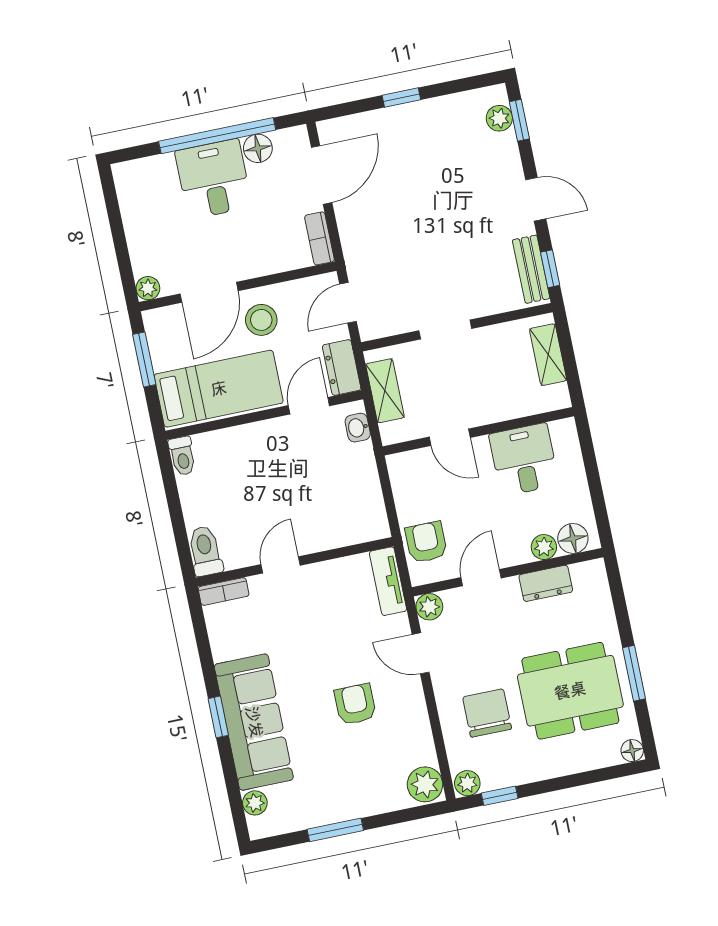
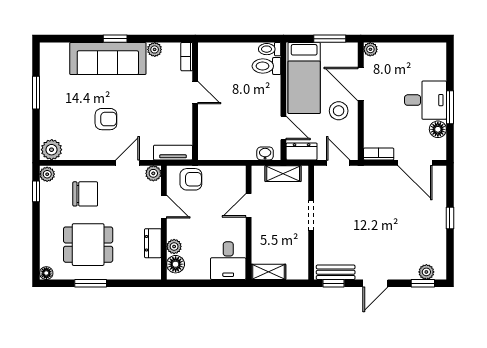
window: (217, 136) -> (450, 107), width x0.47
shelving: (548, 355) -> (269, 272), moved
desk: (524, 460) -> (228, 261), moved, turned 90
toilet: (205, 551) -> (266, 66), moved, turned 180
dining table: (570, 691) -> (88, 245), width x0.73
plant: (255, 803) -> (155, 49), moved

